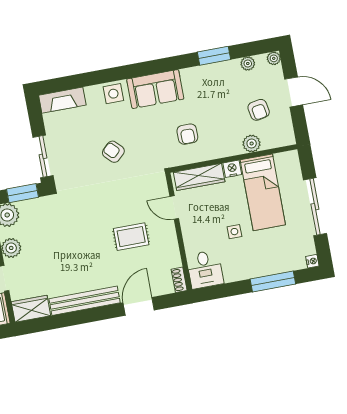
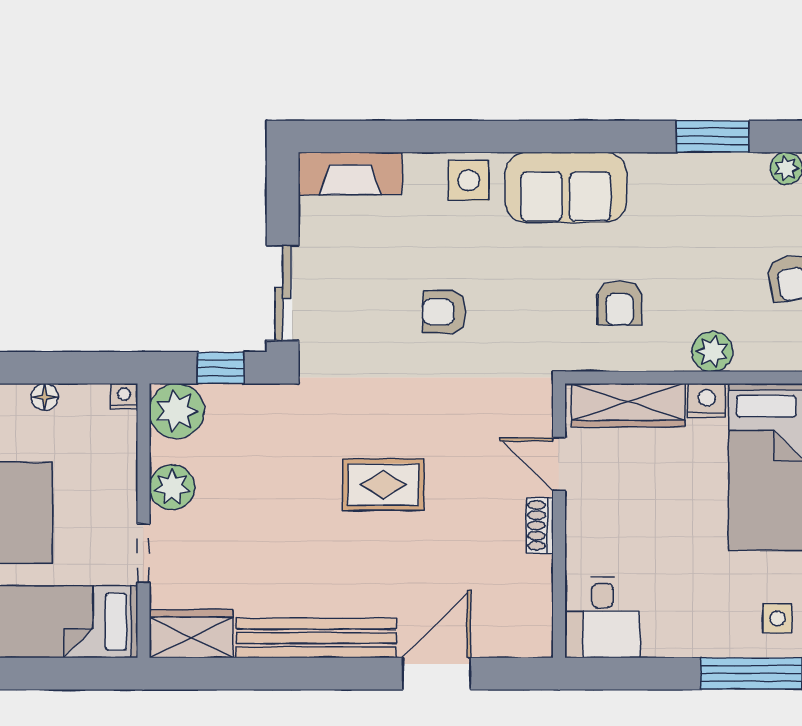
plant: (252, 143) -> (712, 351), moved
armchair: (113, 152) -> (444, 312), turned -46
window: (23, 193) -> (221, 368), width x0.67
side table: (234, 232) -> (777, 618), moved
rug: (131, 237) -> (383, 485), moved
shoe rack: (179, 280) -> (540, 525), moved

